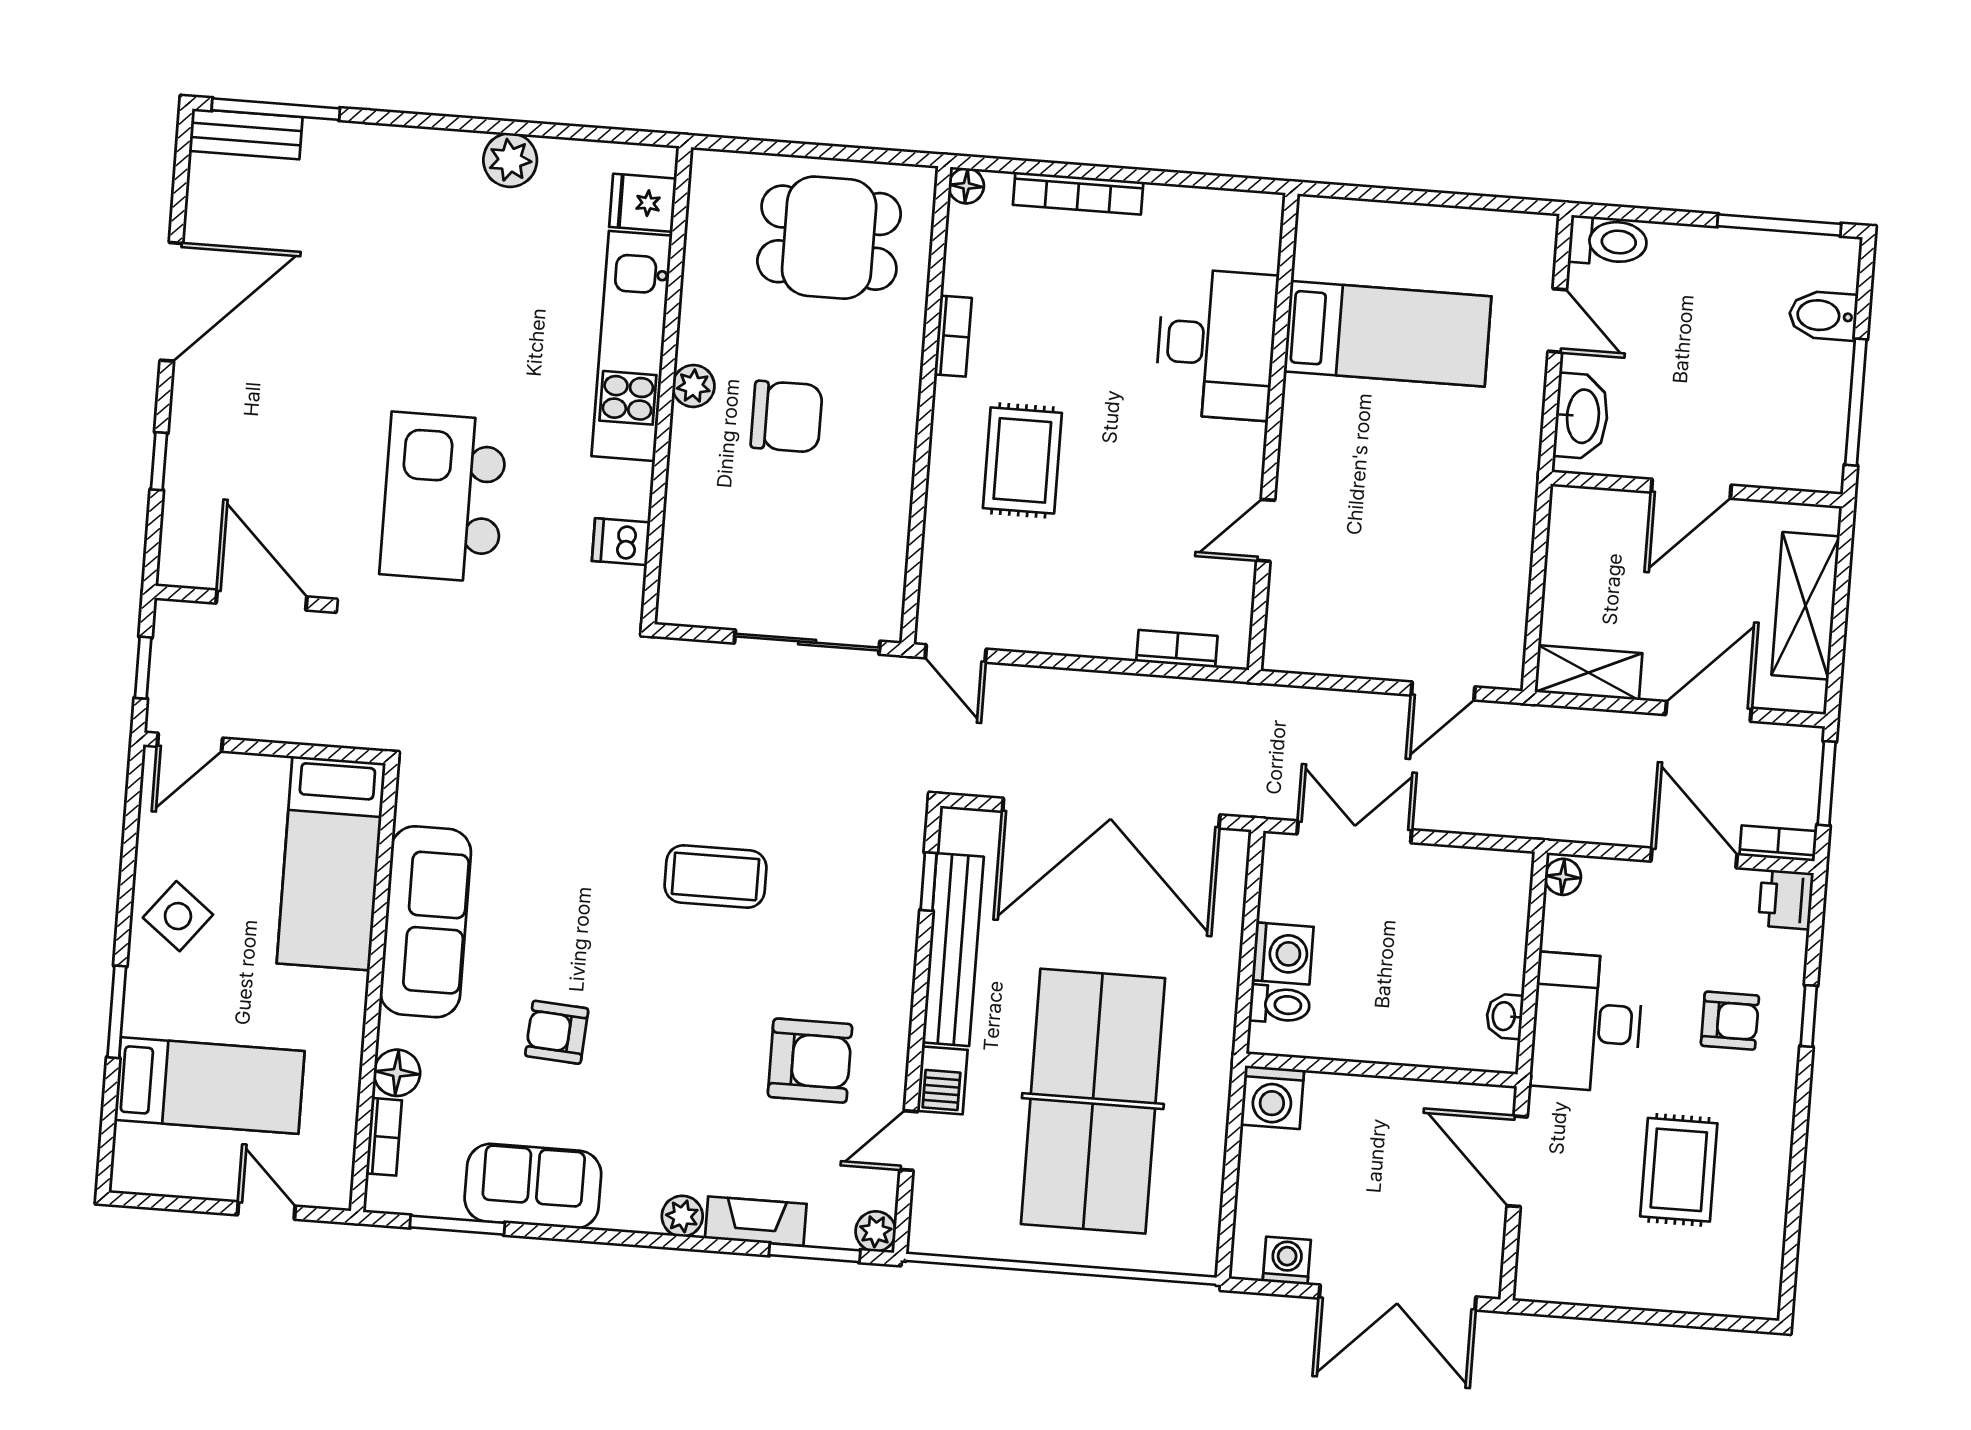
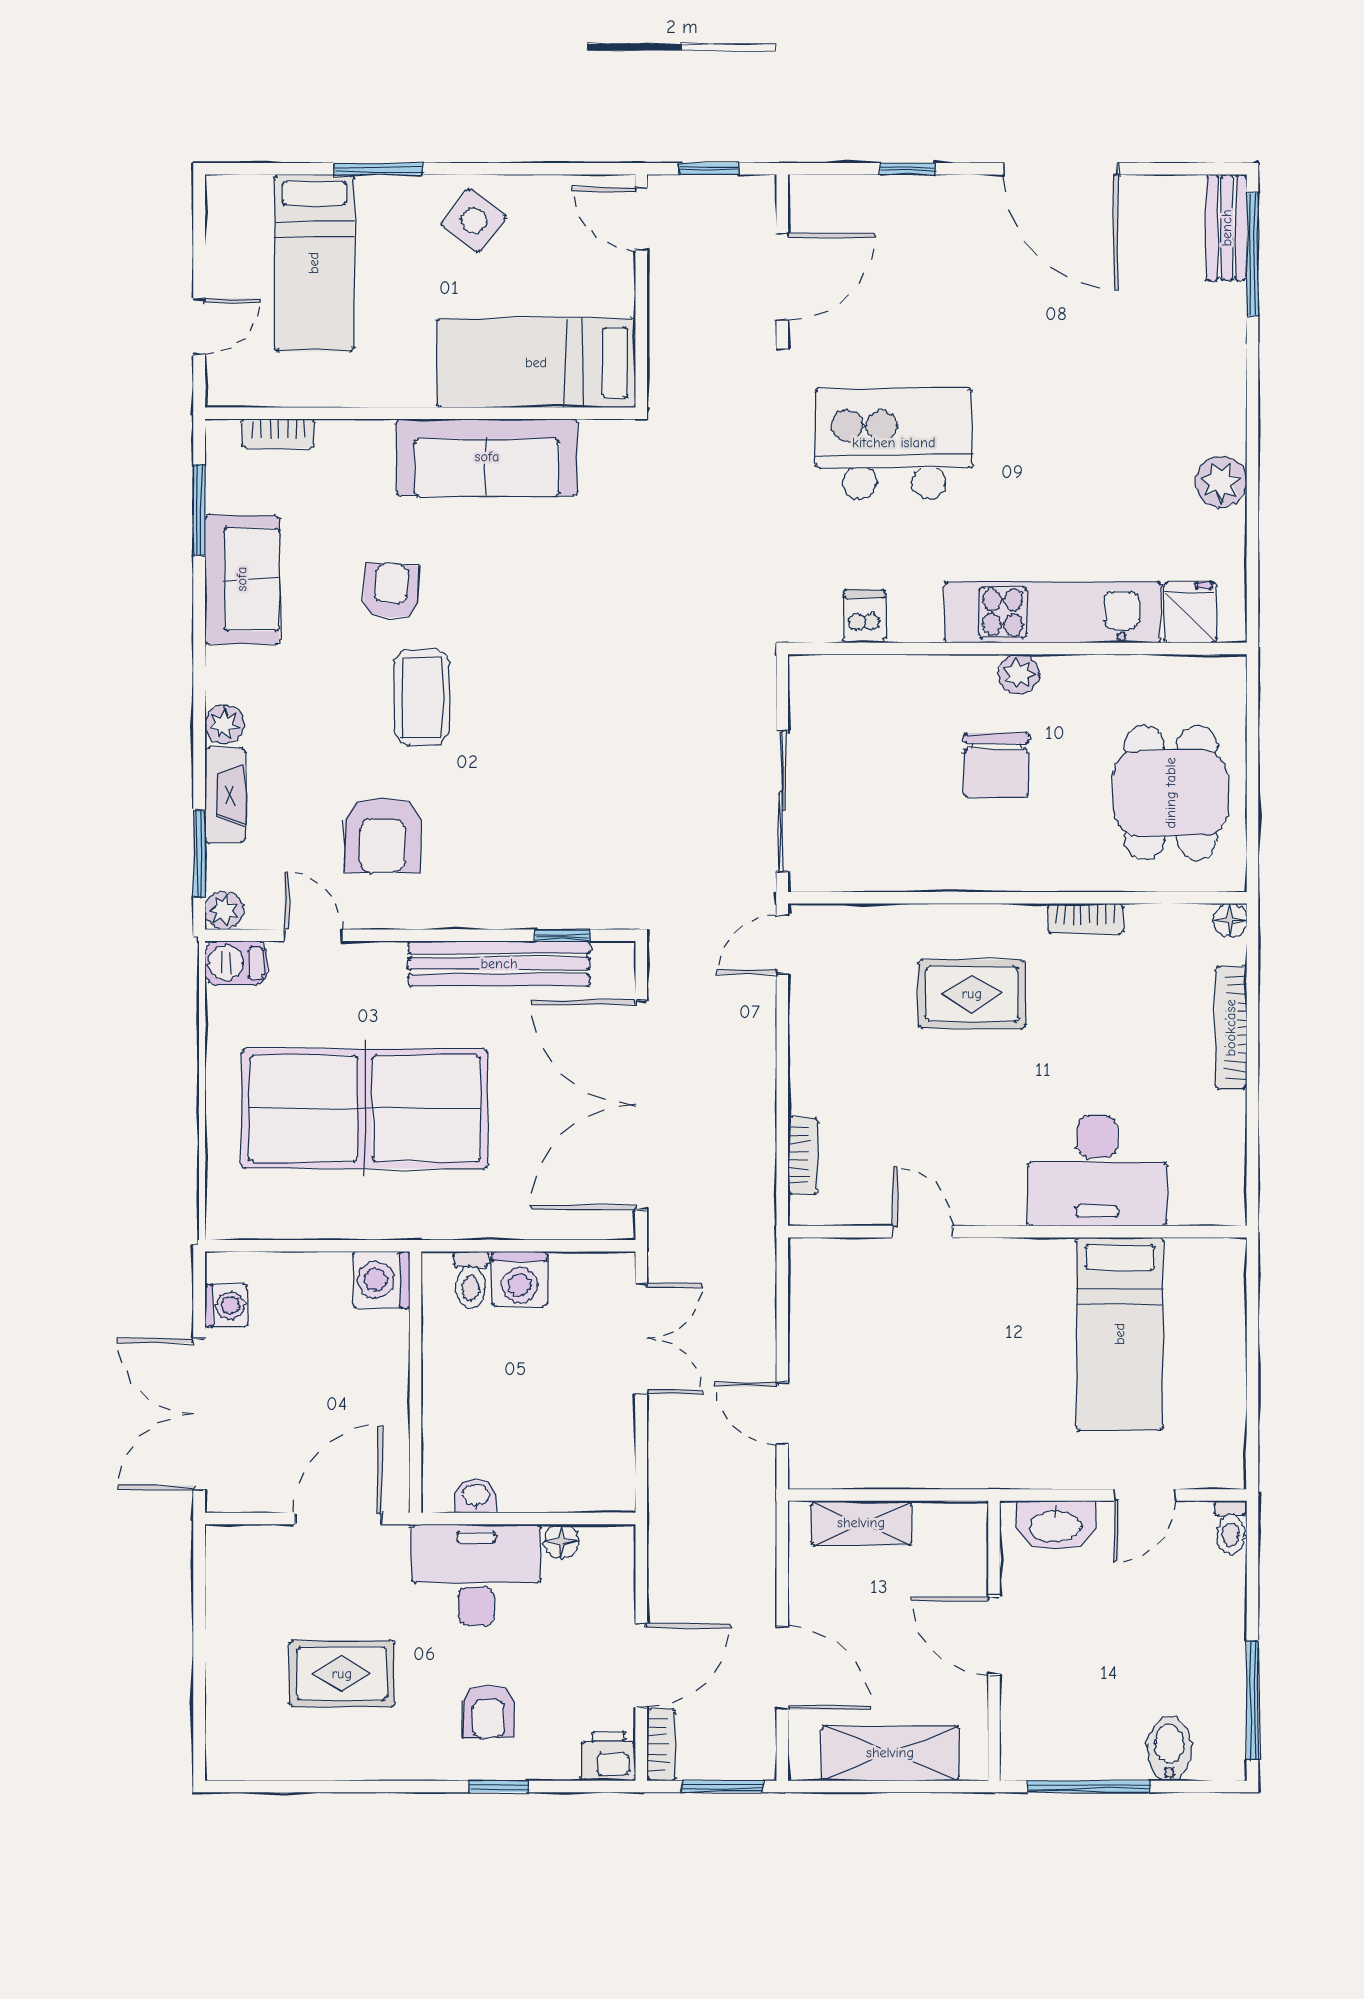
toilet: (1608, 241) -> (1231, 1527), width x0.73, depth x0.72
shelving: (1588, 673) -> (861, 1523), moved, turned 90
coffee table: (715, 876) -> (422, 697), moved
floor lamp: (1563, 877) -> (561, 1541), moved
floor lamp: (397, 1073) -> (340, 441), removed
barbecue: (942, 1080) -> (236, 963), moved

